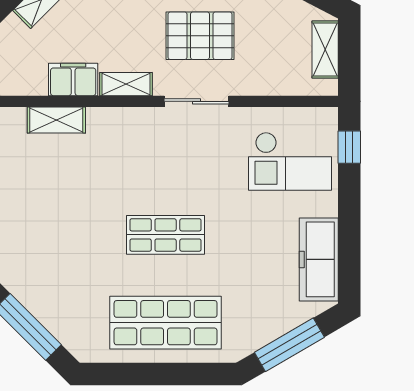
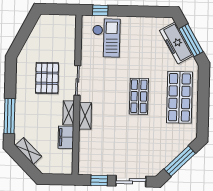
shelving: (325, 50) -> (55, 20), removed
shelving: (56, 120) -> (85, 116), moved
freezer: (319, 259) -> (176, 43), moved, turned 60

